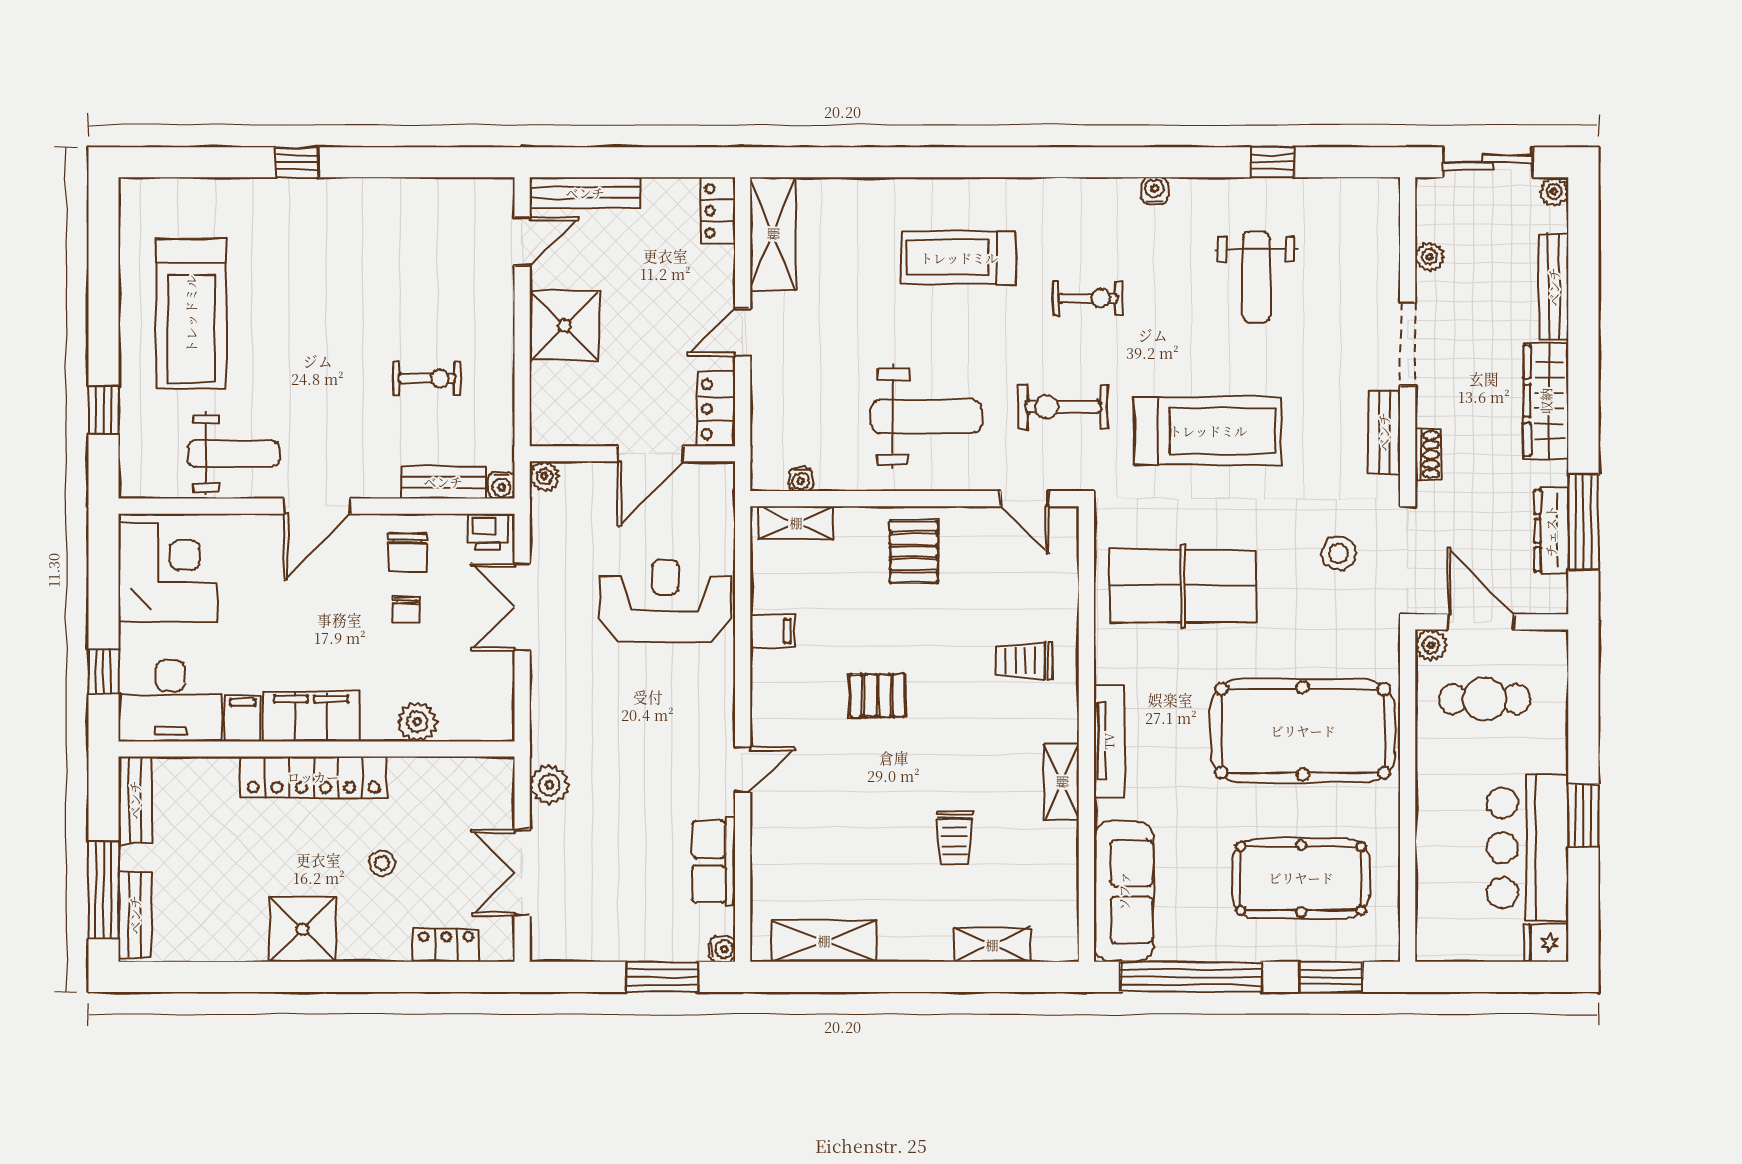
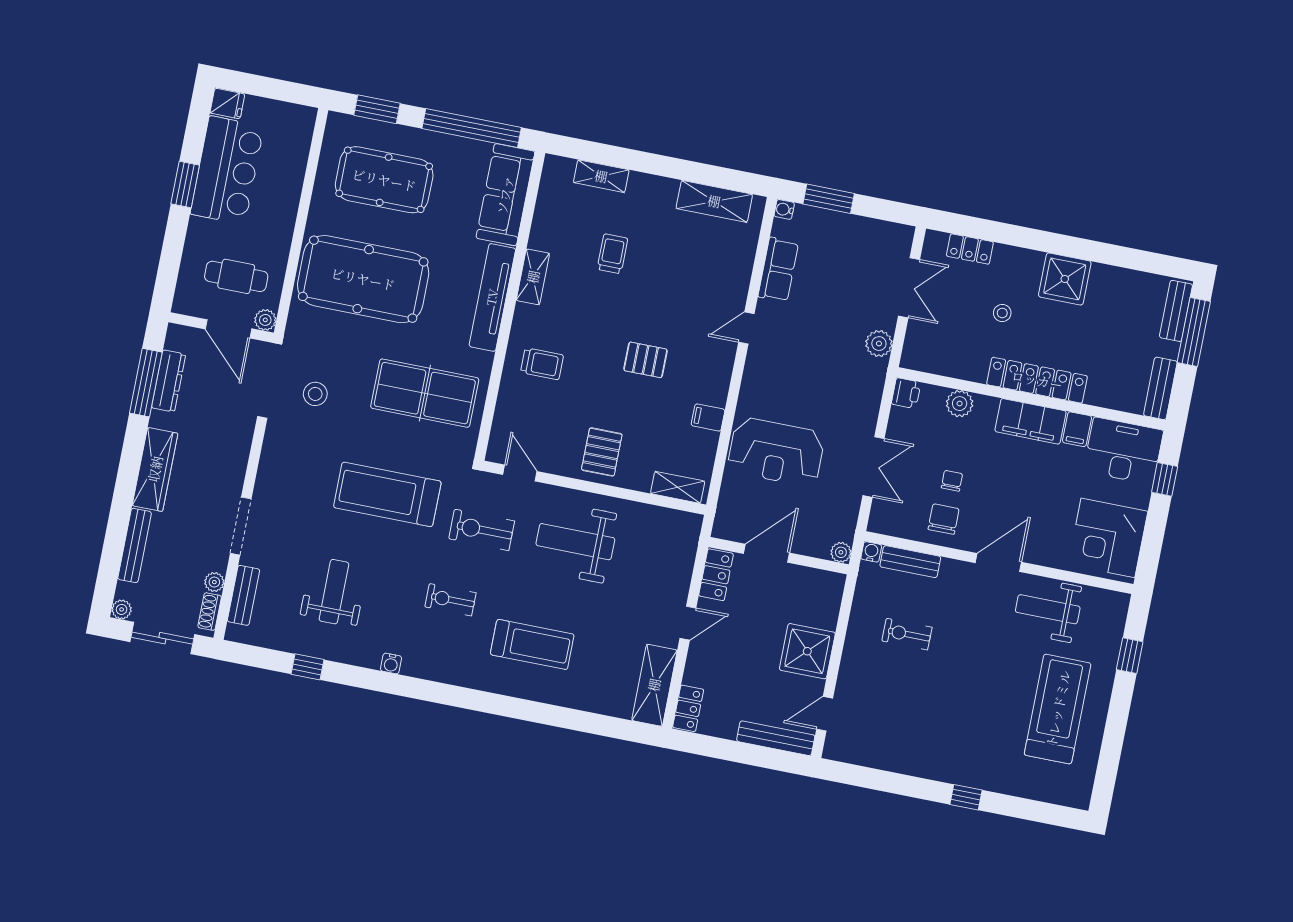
exercise bike: (1063, 407) -> (482, 530), turned 180
bench: (1384, 432) -> (243, 595), moved
shoe rack: (1428, 454) -> (210, 612), moved
water cooler: (801, 479) -> (668, 516), removed
printer: (488, 532) -> (906, 393), moved, turned 90
tv unit: (1109, 741) -> (492, 297), width x1.36, depth x1.29

